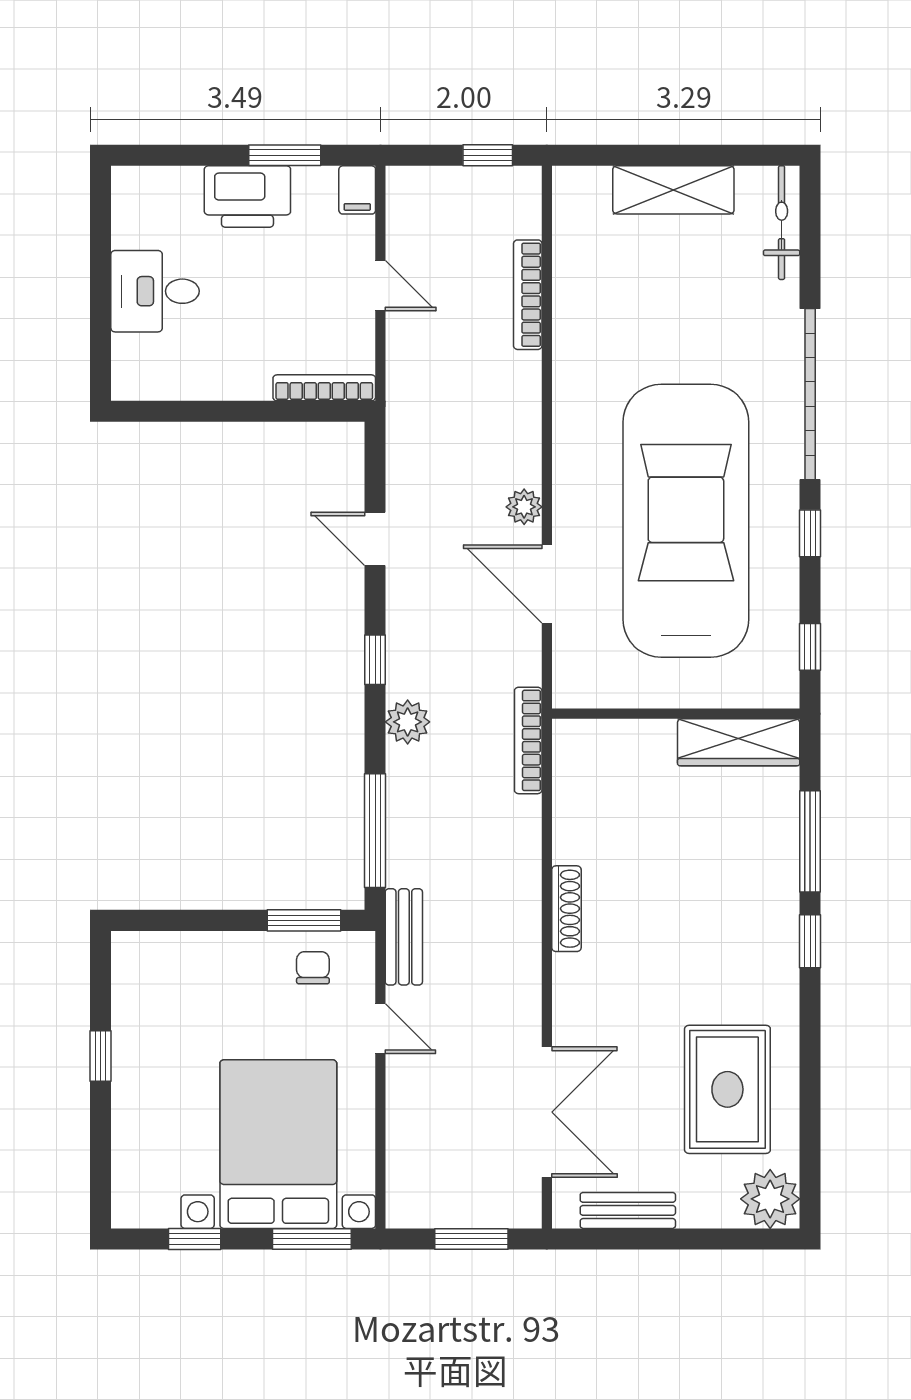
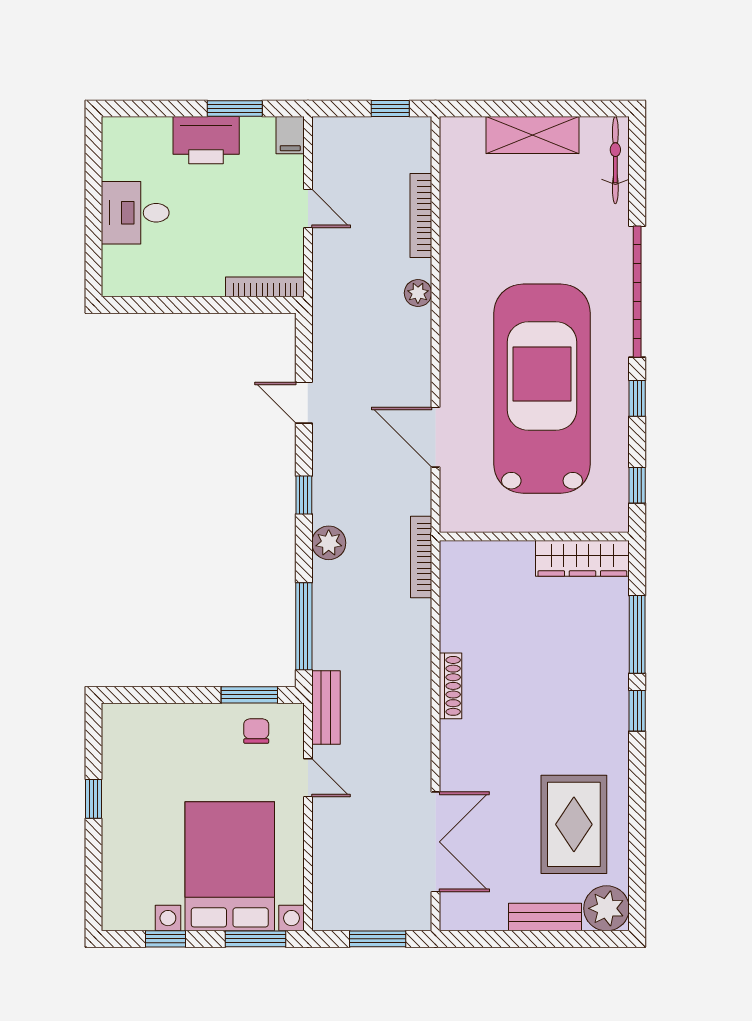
plant: (524, 507) -> (418, 293), moved
bench: (628, 1210) -> (545, 917), moved

